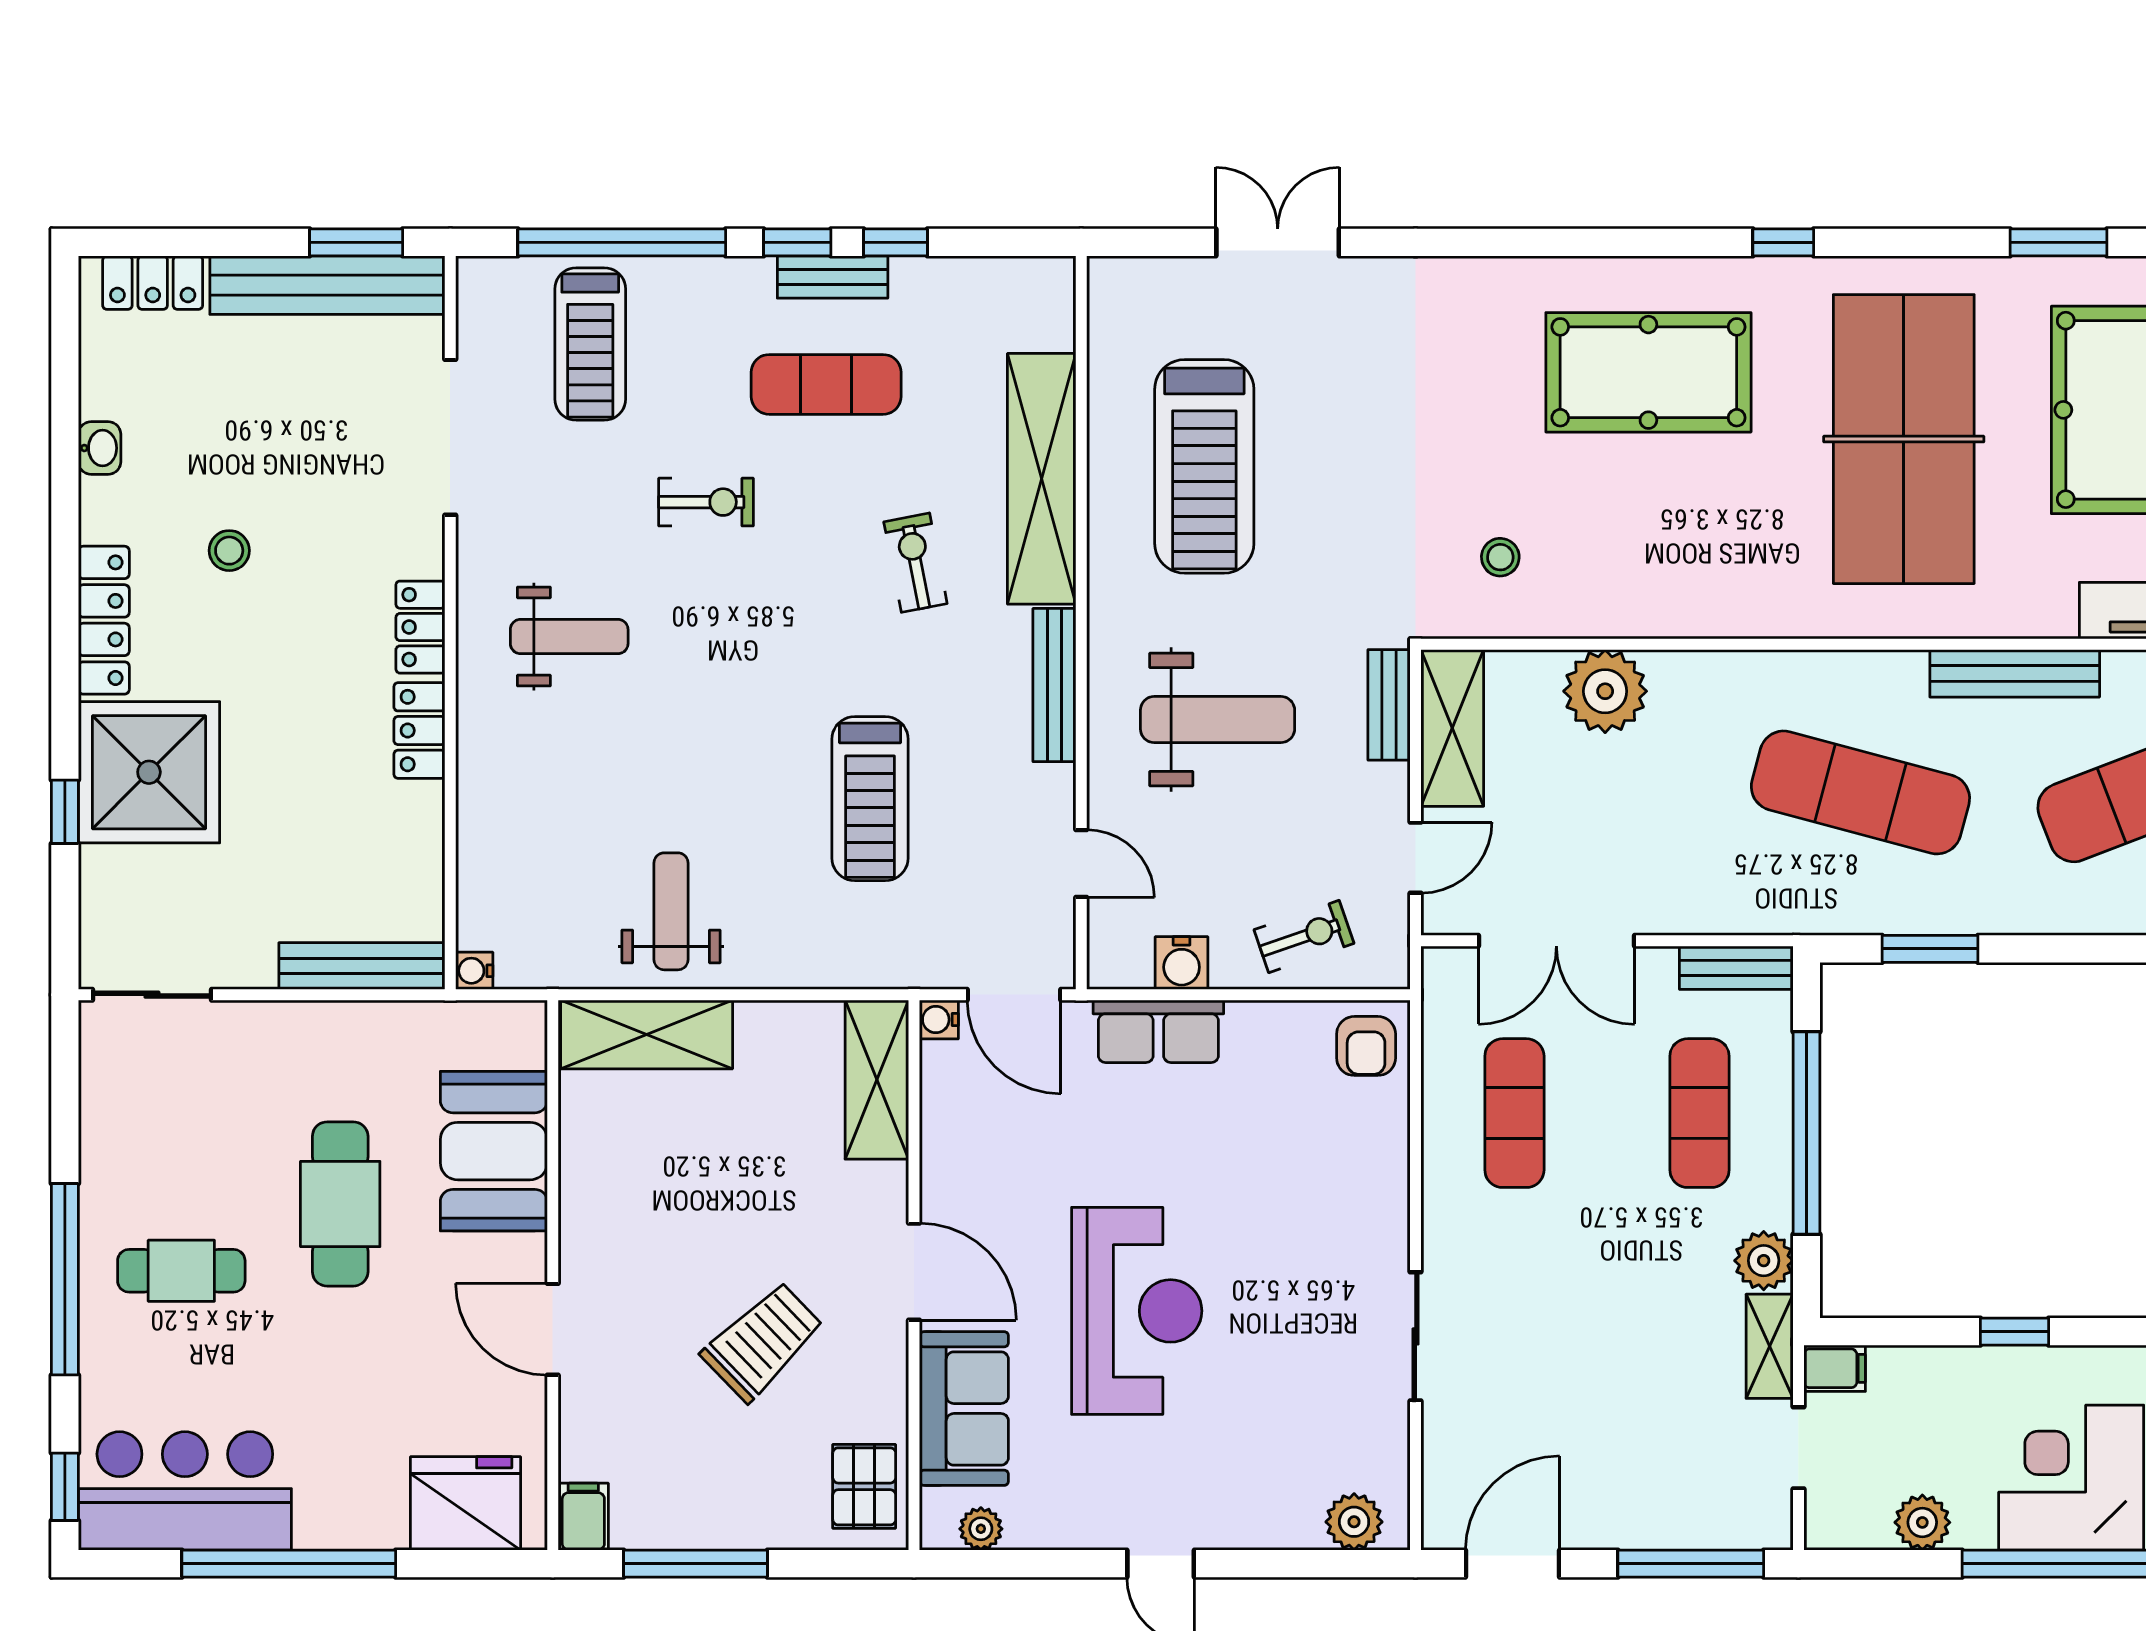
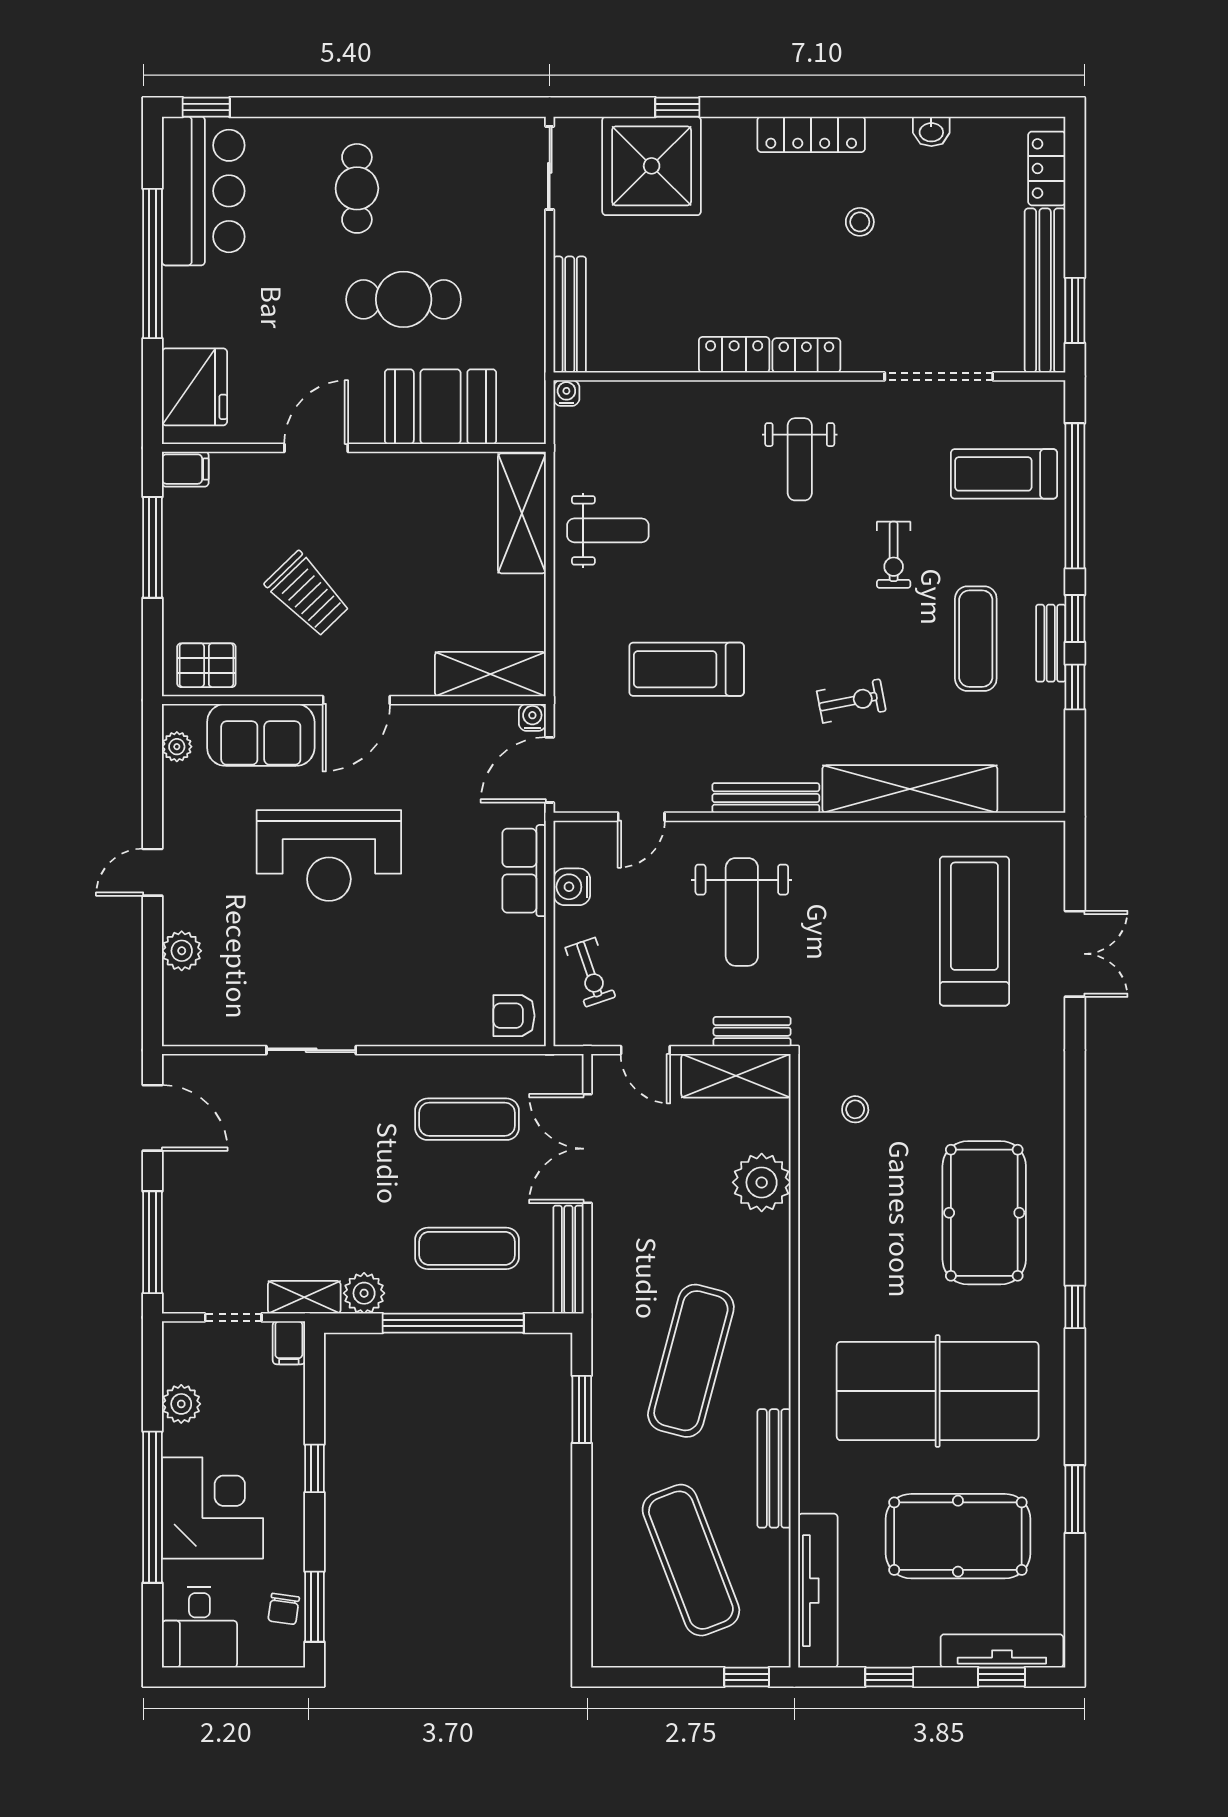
treadmill: (1204, 466) -> (974, 931), moved, turned 90
shower: (149, 772) -> (652, 166), moved
bench: (1736, 968) -> (568, 1260), width x1.36
window: (65, 1279) -> (351, 107), removed
plant: (1354, 1522) -> (182, 951), moved

